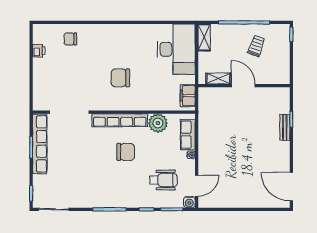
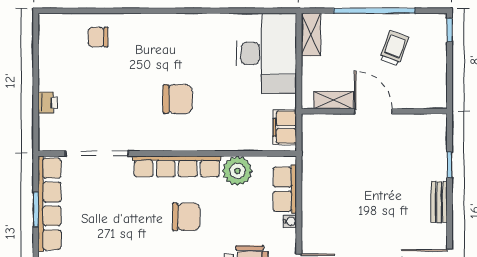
printer: (39, 51) -> (48, 103), moved
chair: (120, 78) -> (178, 99), turned 180
bench: (285, 127) -> (439, 202), moved

